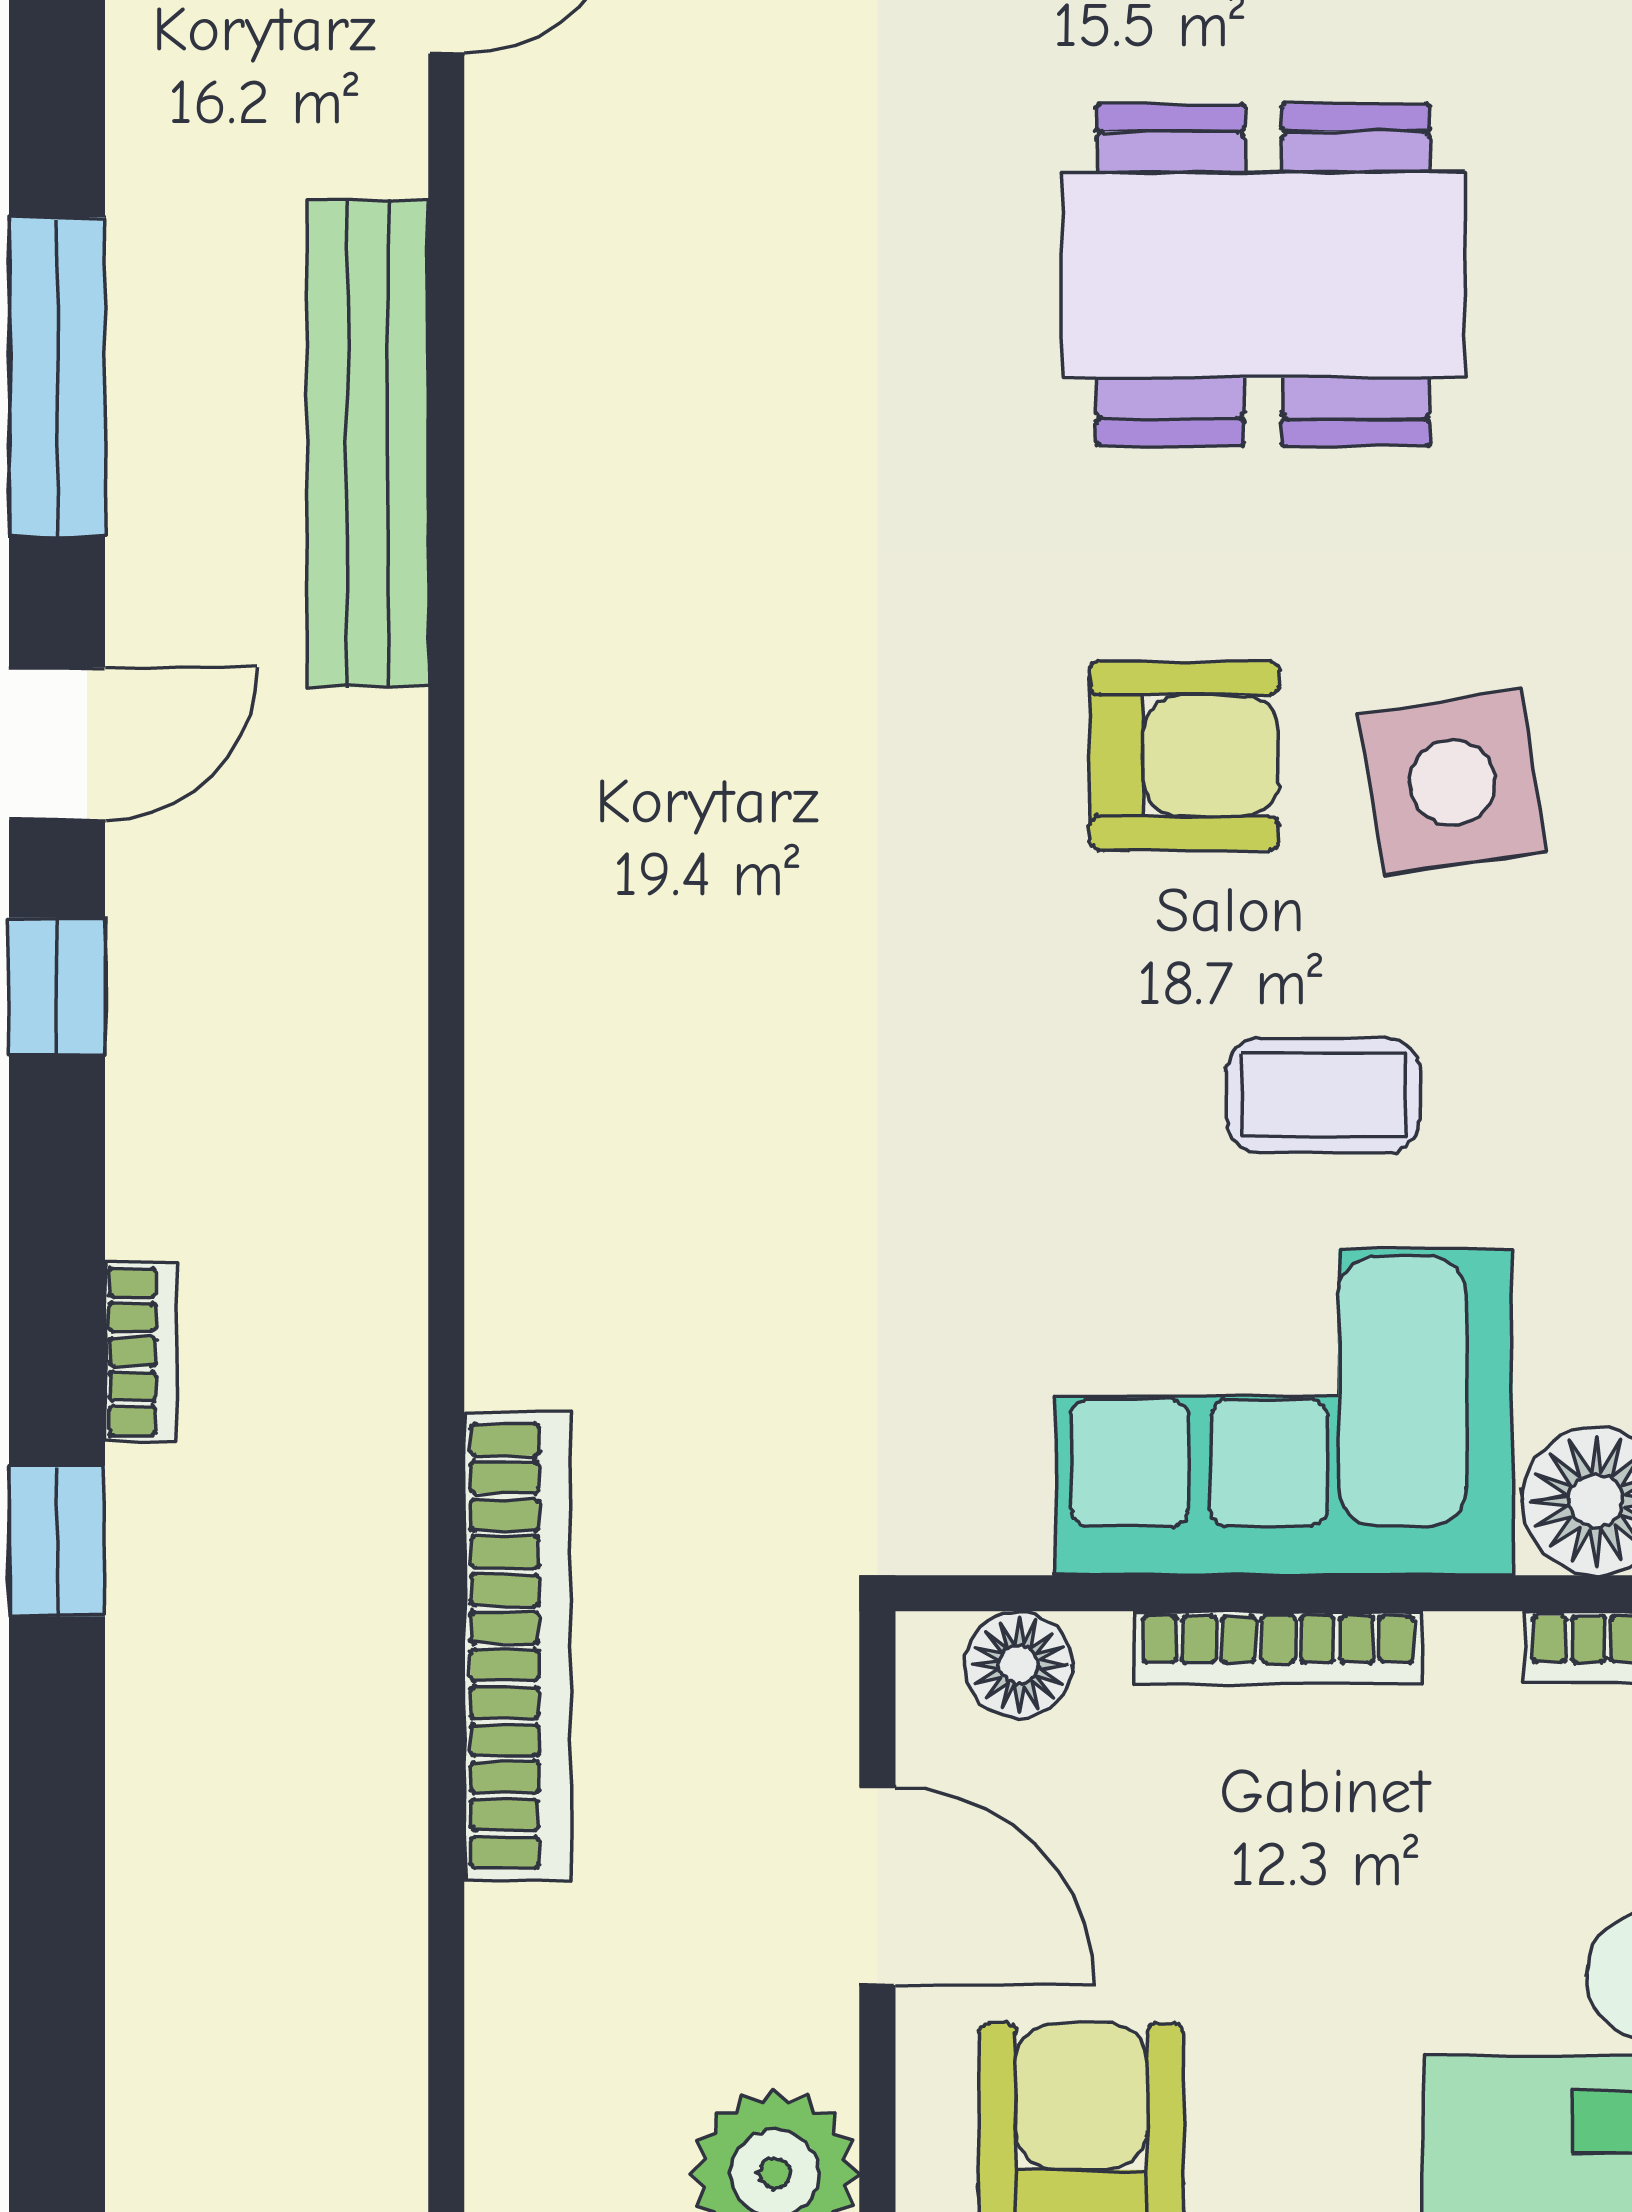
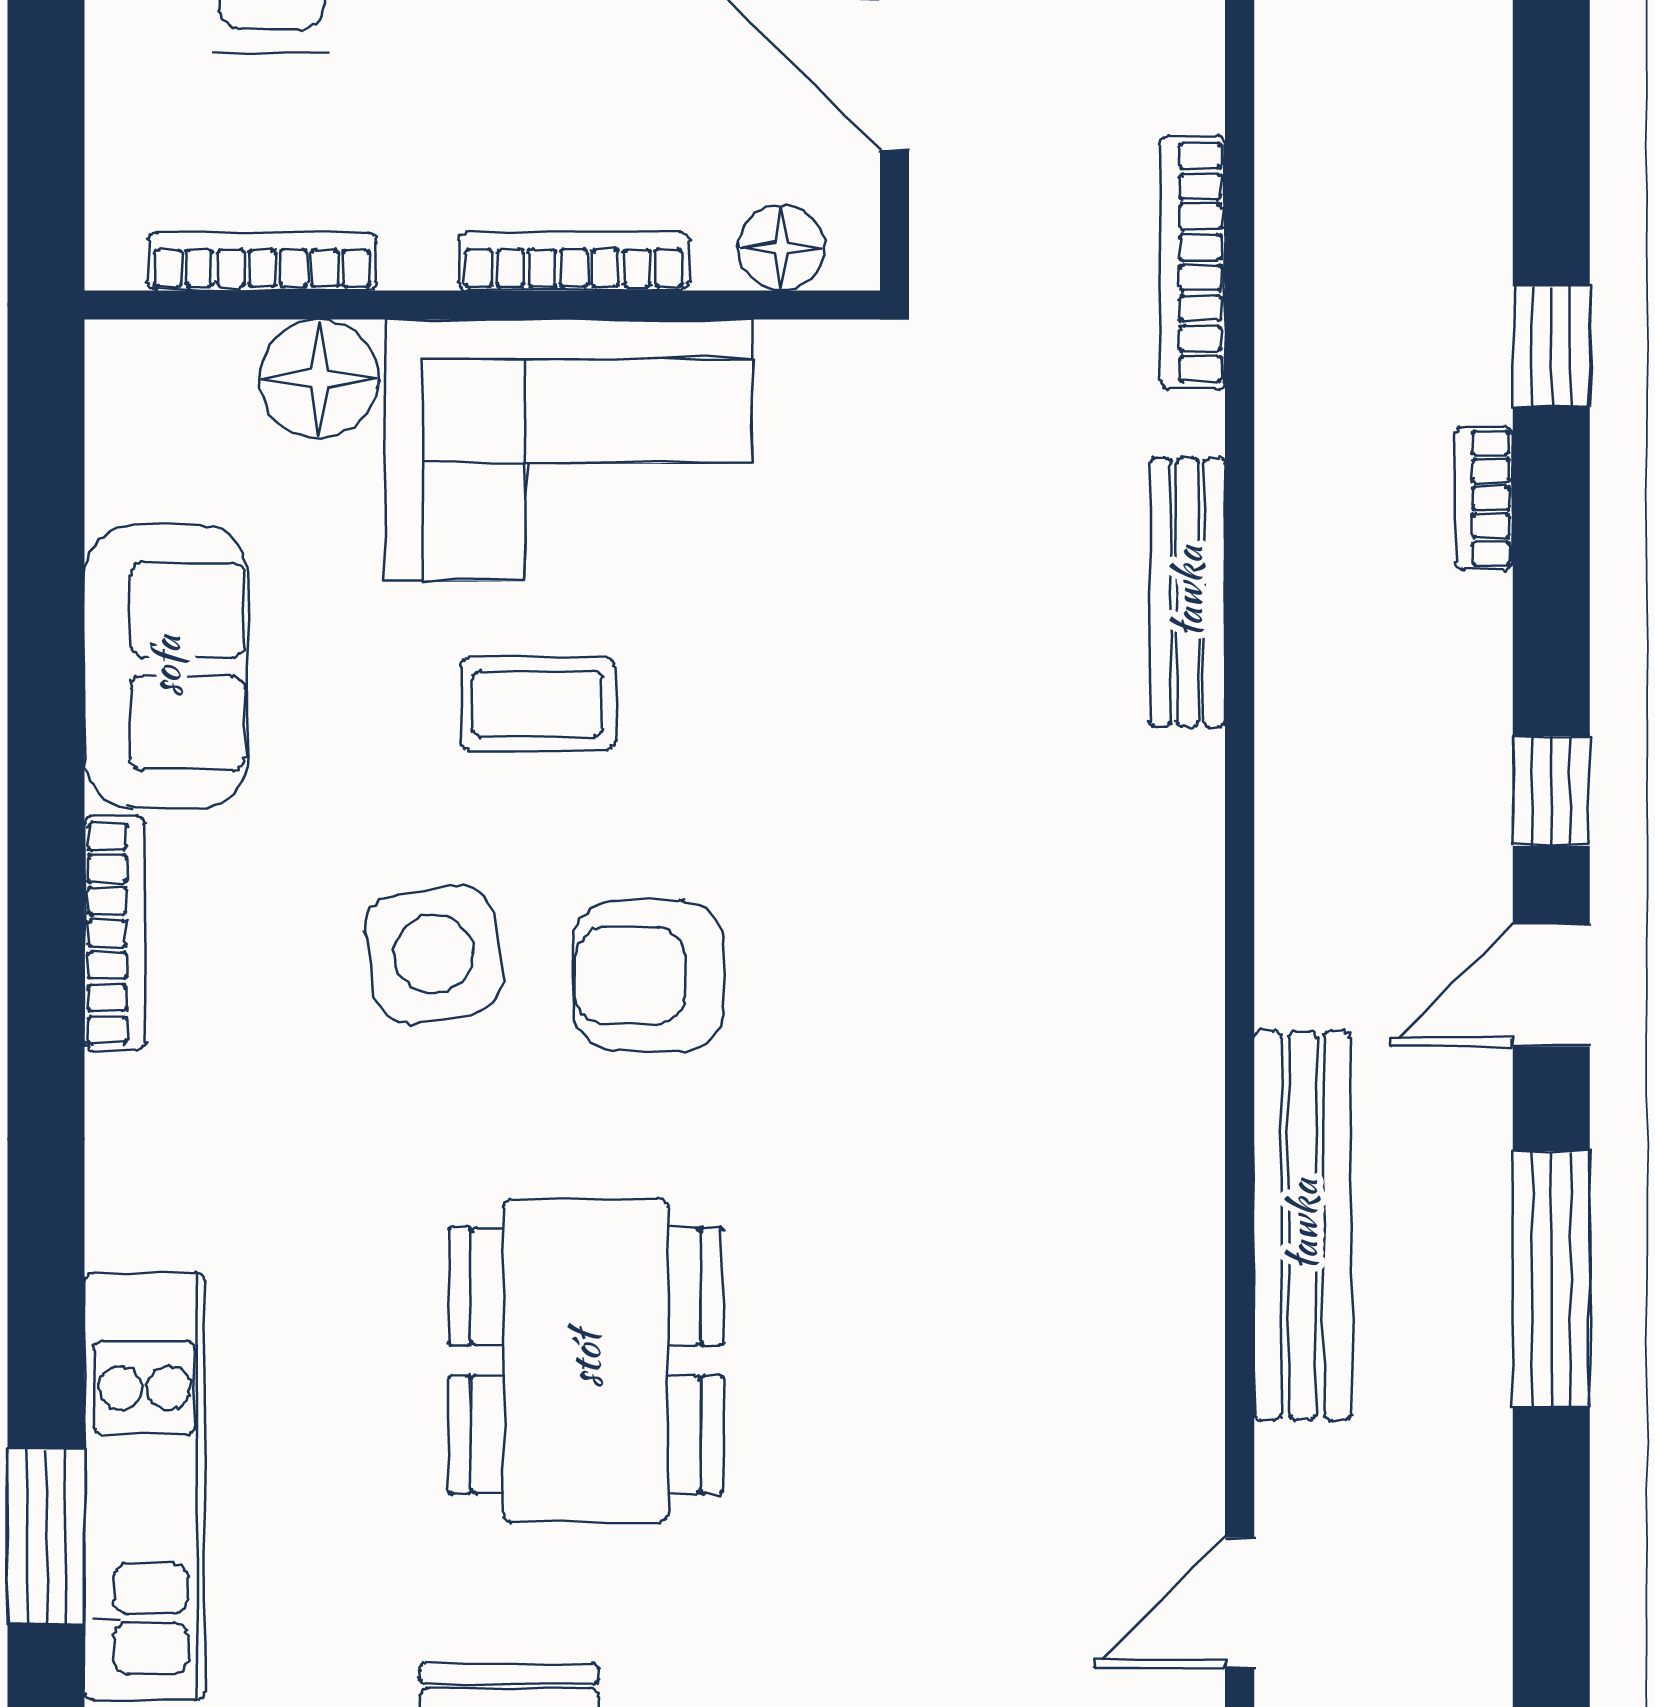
dining table: (1263, 275) -> (586, 1360), turned 90
bench: (511, 1234) -> (1188, 592), added
bookcase: (517, 1646) -> (1193, 263), width x0.68, depth x0.76

